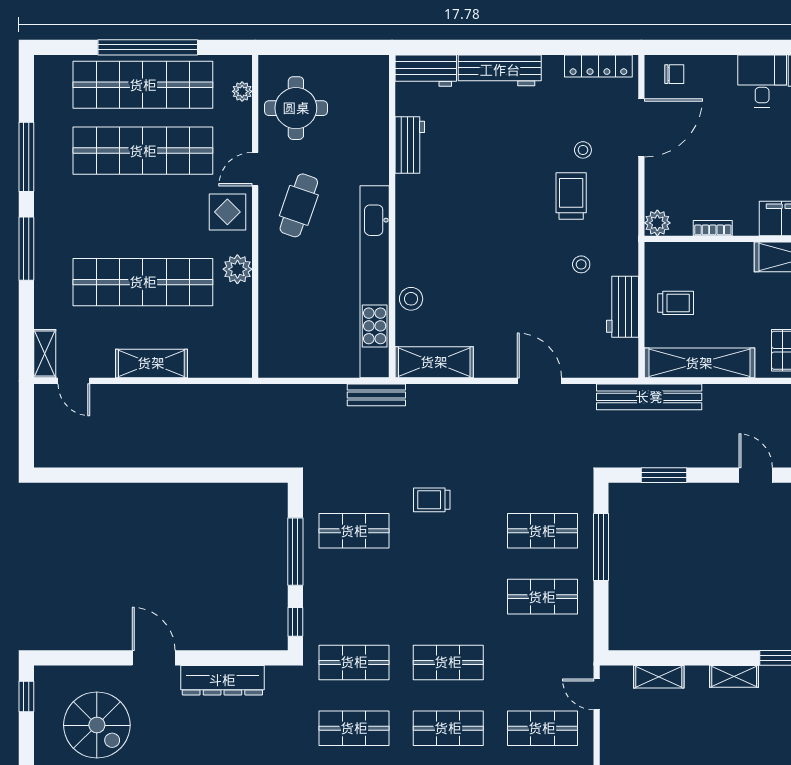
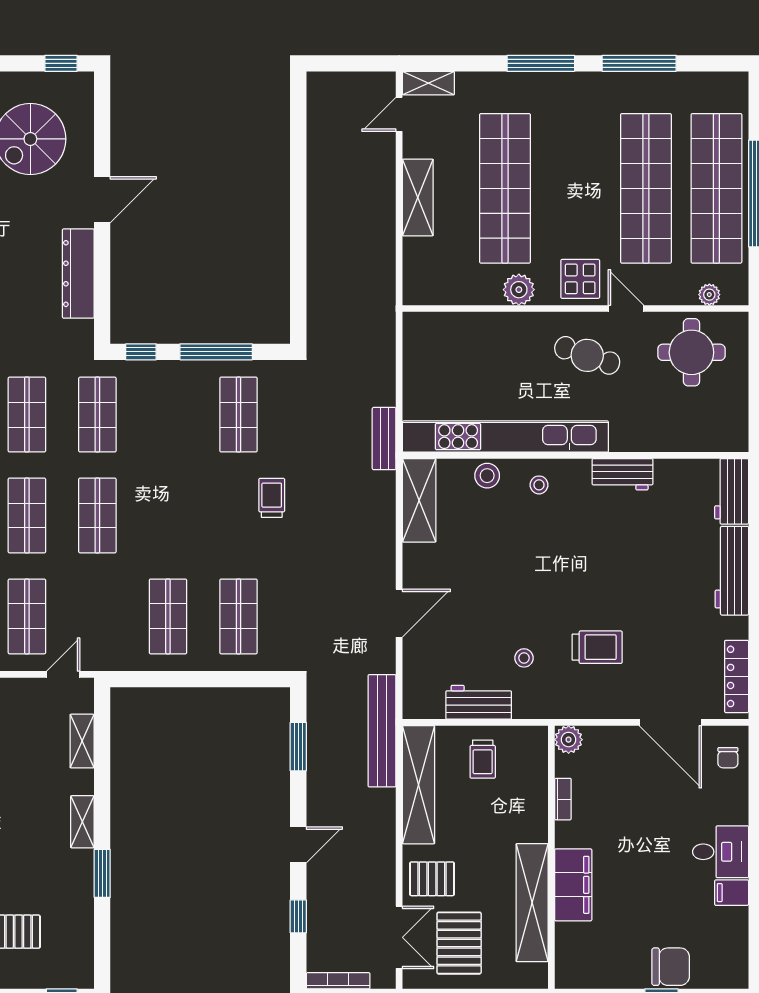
workbench: (410, 145) -> (623, 474), moved
stool: (583, 150) -> (539, 485), moved
window: (601, 547) -> (221, 679), removed

